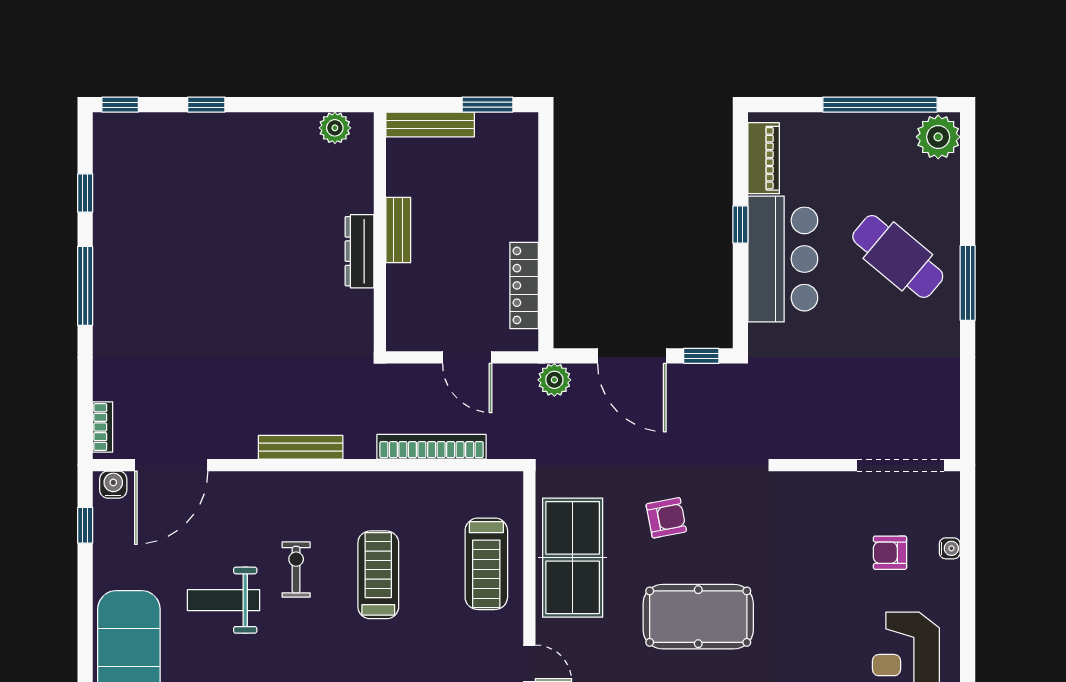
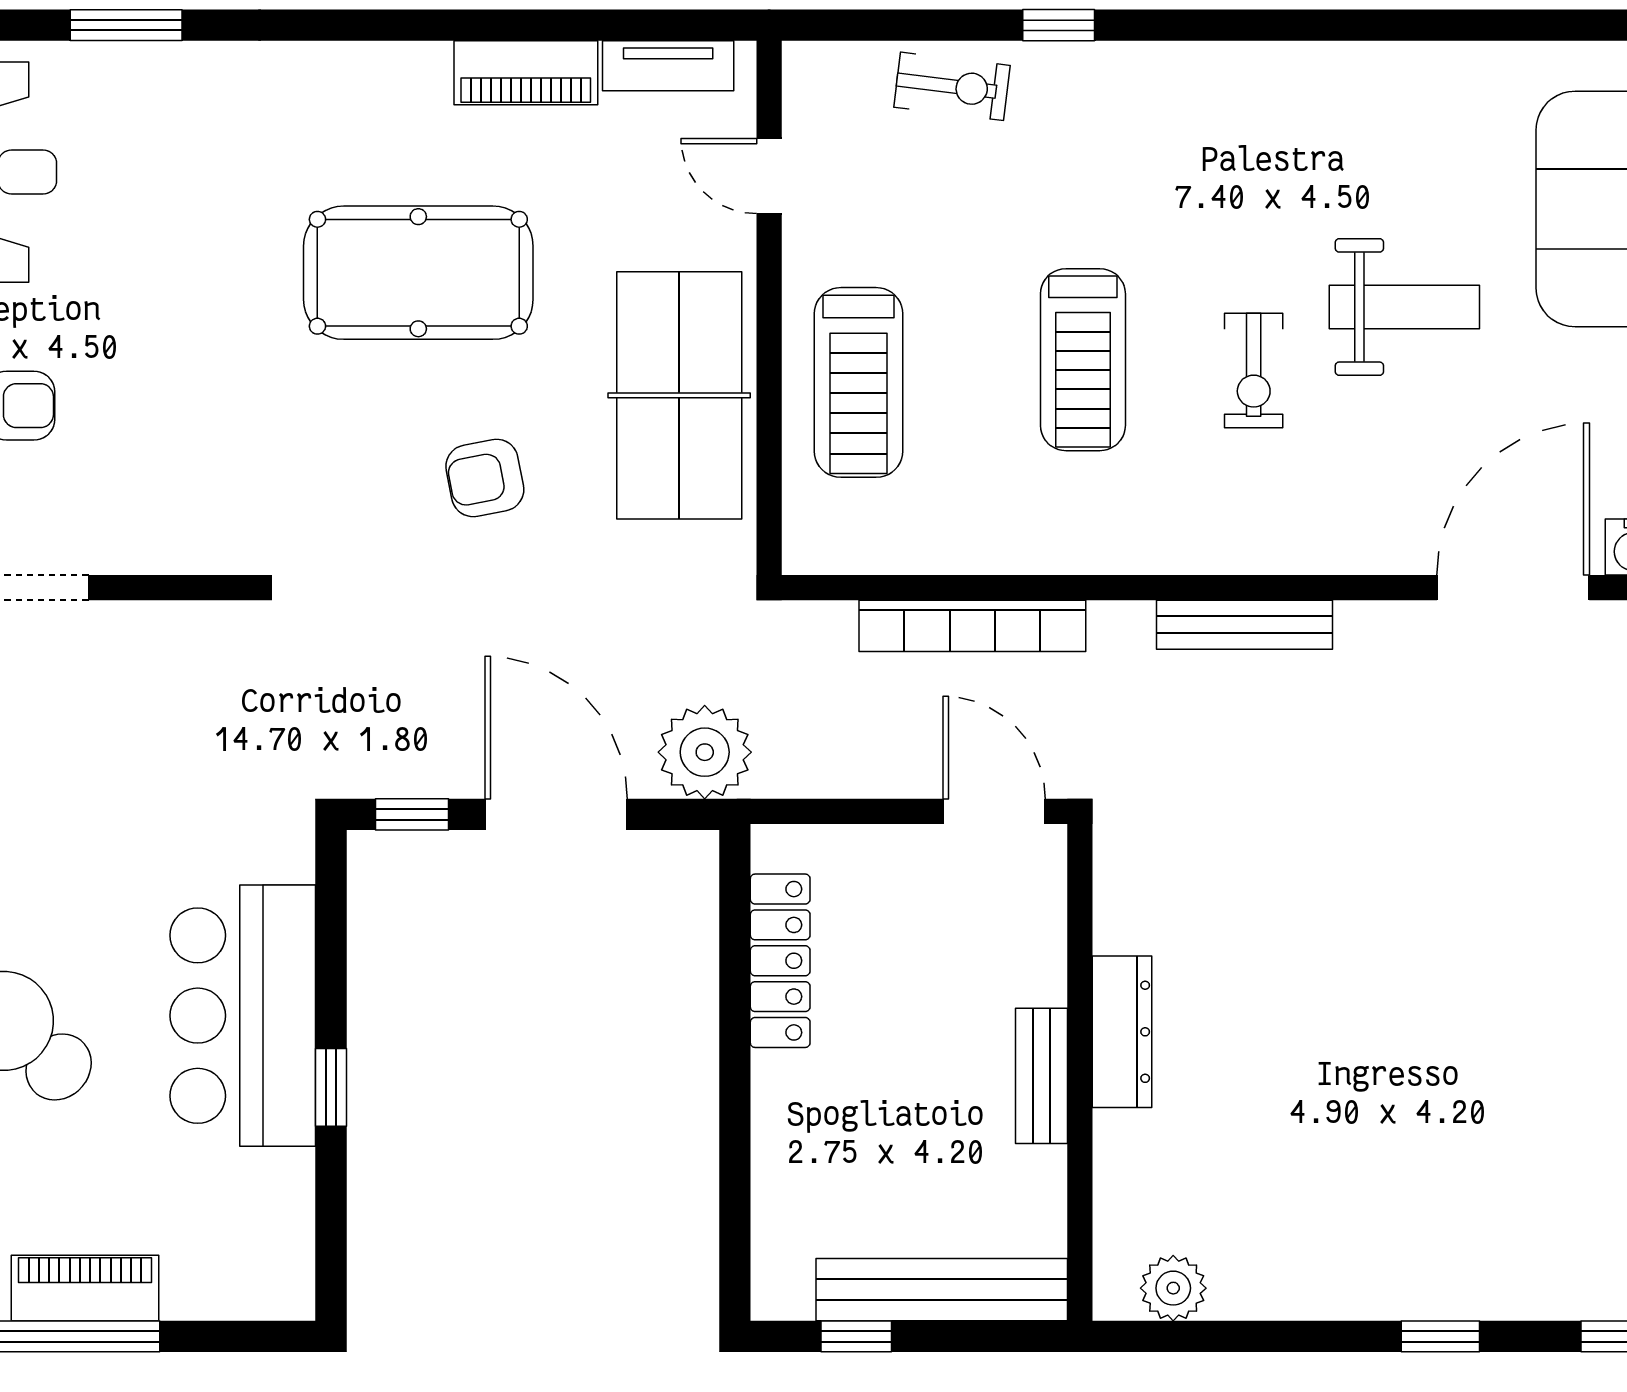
window: (487, 105) -> (856, 1336), width x0.67
bench: (430, 124) -> (942, 1290), width x1.37, depth x1.21
piano: (764, 158) -> (85, 1288), moved, turned 90
door: (467, 357) -> (994, 811), moved
plant: (554, 380) -> (705, 752), width x1.36, depth x1.36
treadmill: (486, 564) -> (859, 382), turned 180

